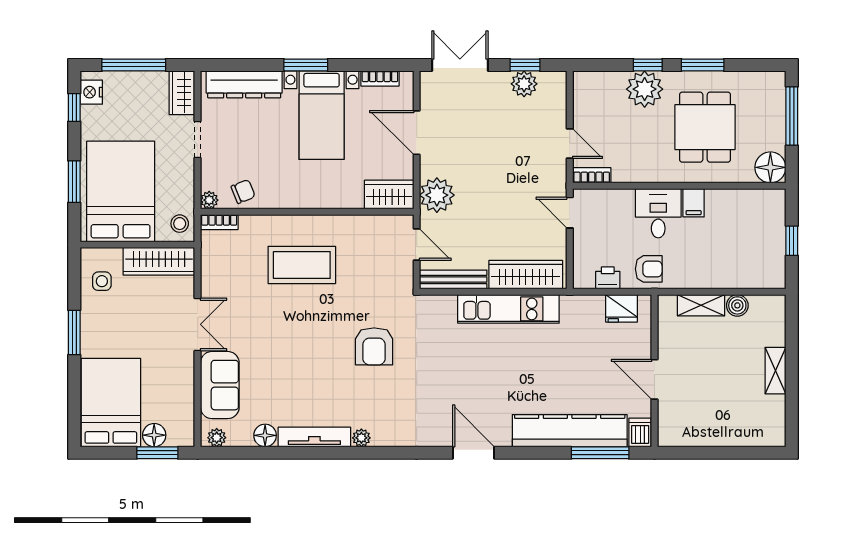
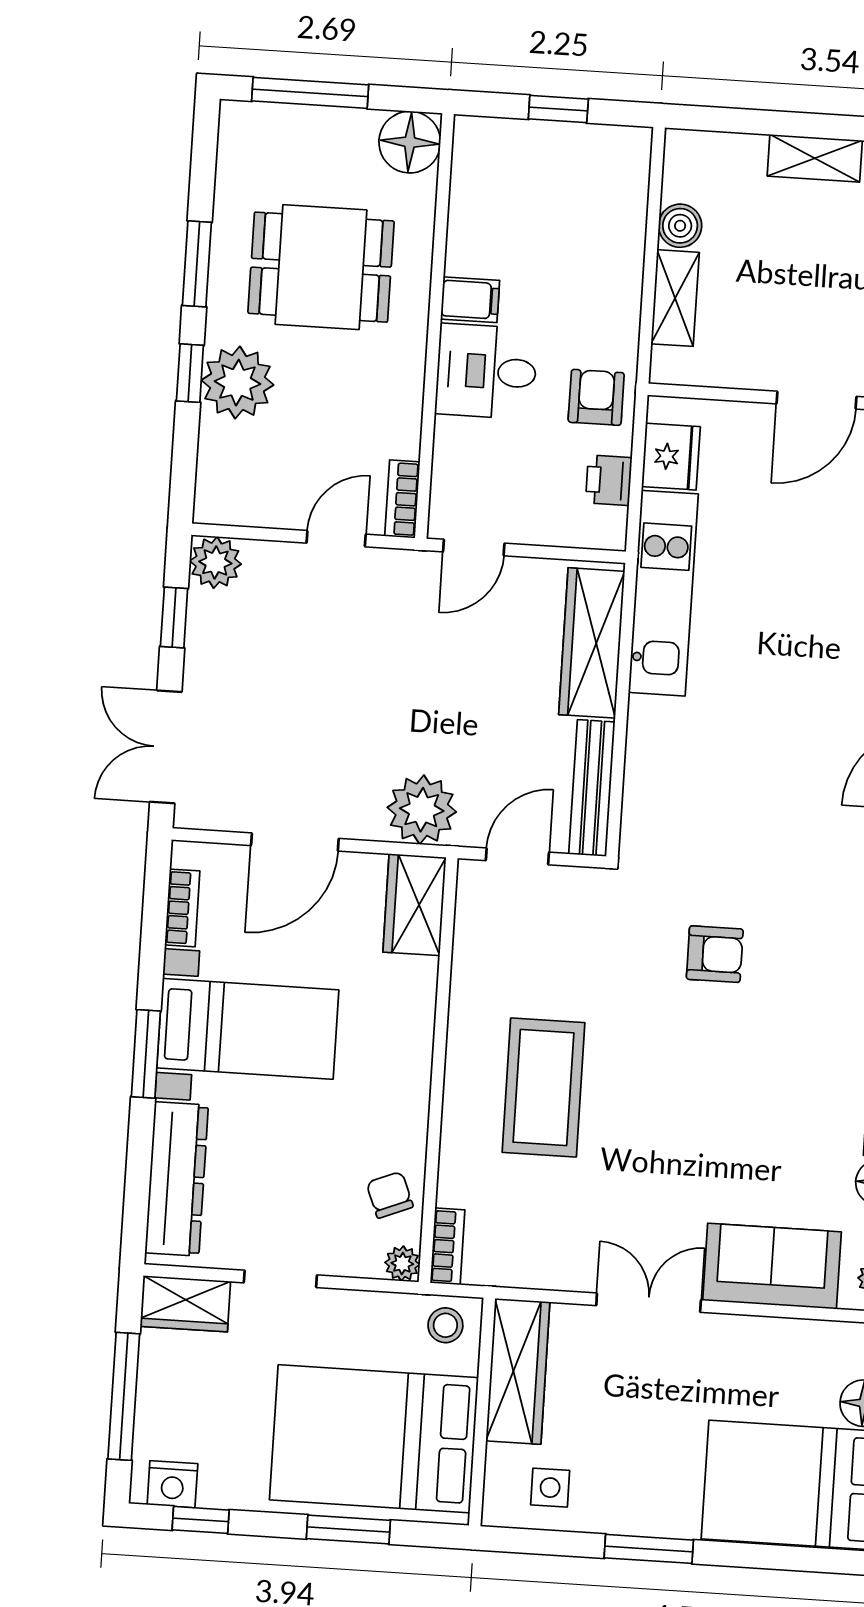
plant: (524, 84) -> (215, 562), moved
kitchen unit: (508, 309) -> (663, 593), moved
armchair: (374, 346) -> (715, 954), width x0.72, depth x0.72

